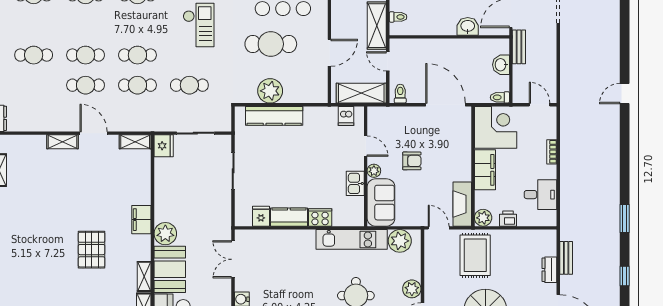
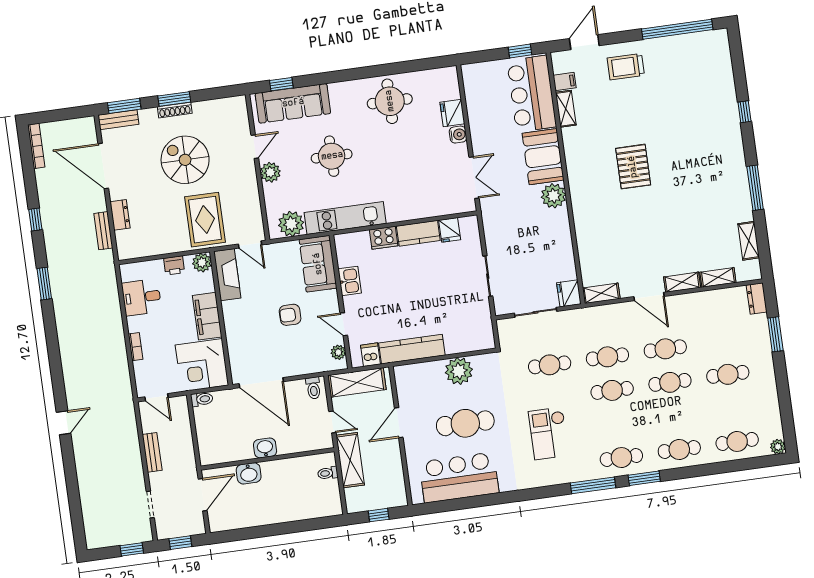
bench: (519, 47) -> (152, 452), moved
washbasin: (501, 65) -> (265, 448), moved, turned -90
kitchen counter: (274, 116) -> (412, 349), moved
plant: (374, 171) -> (338, 352), moved
filing cabinet: (141, 220) -> (582, 208), removed
shelving: (144, 276) -> (718, 277), moved, turned 90

